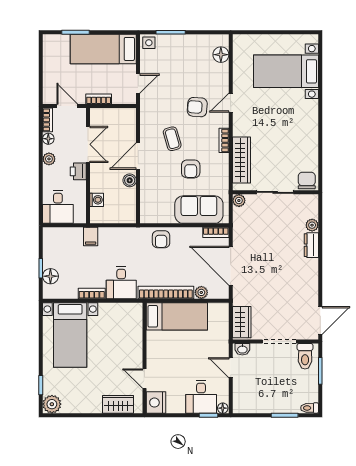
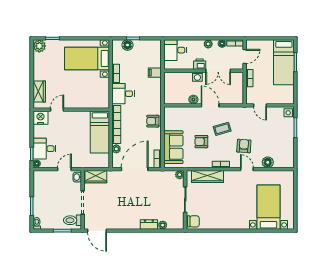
bed: (103, 49) -> (284, 62), moved, turned 180
floor lamp: (221, 55) -> (268, 162), moved
washing machine: (97, 200) -> (197, 77), moved

